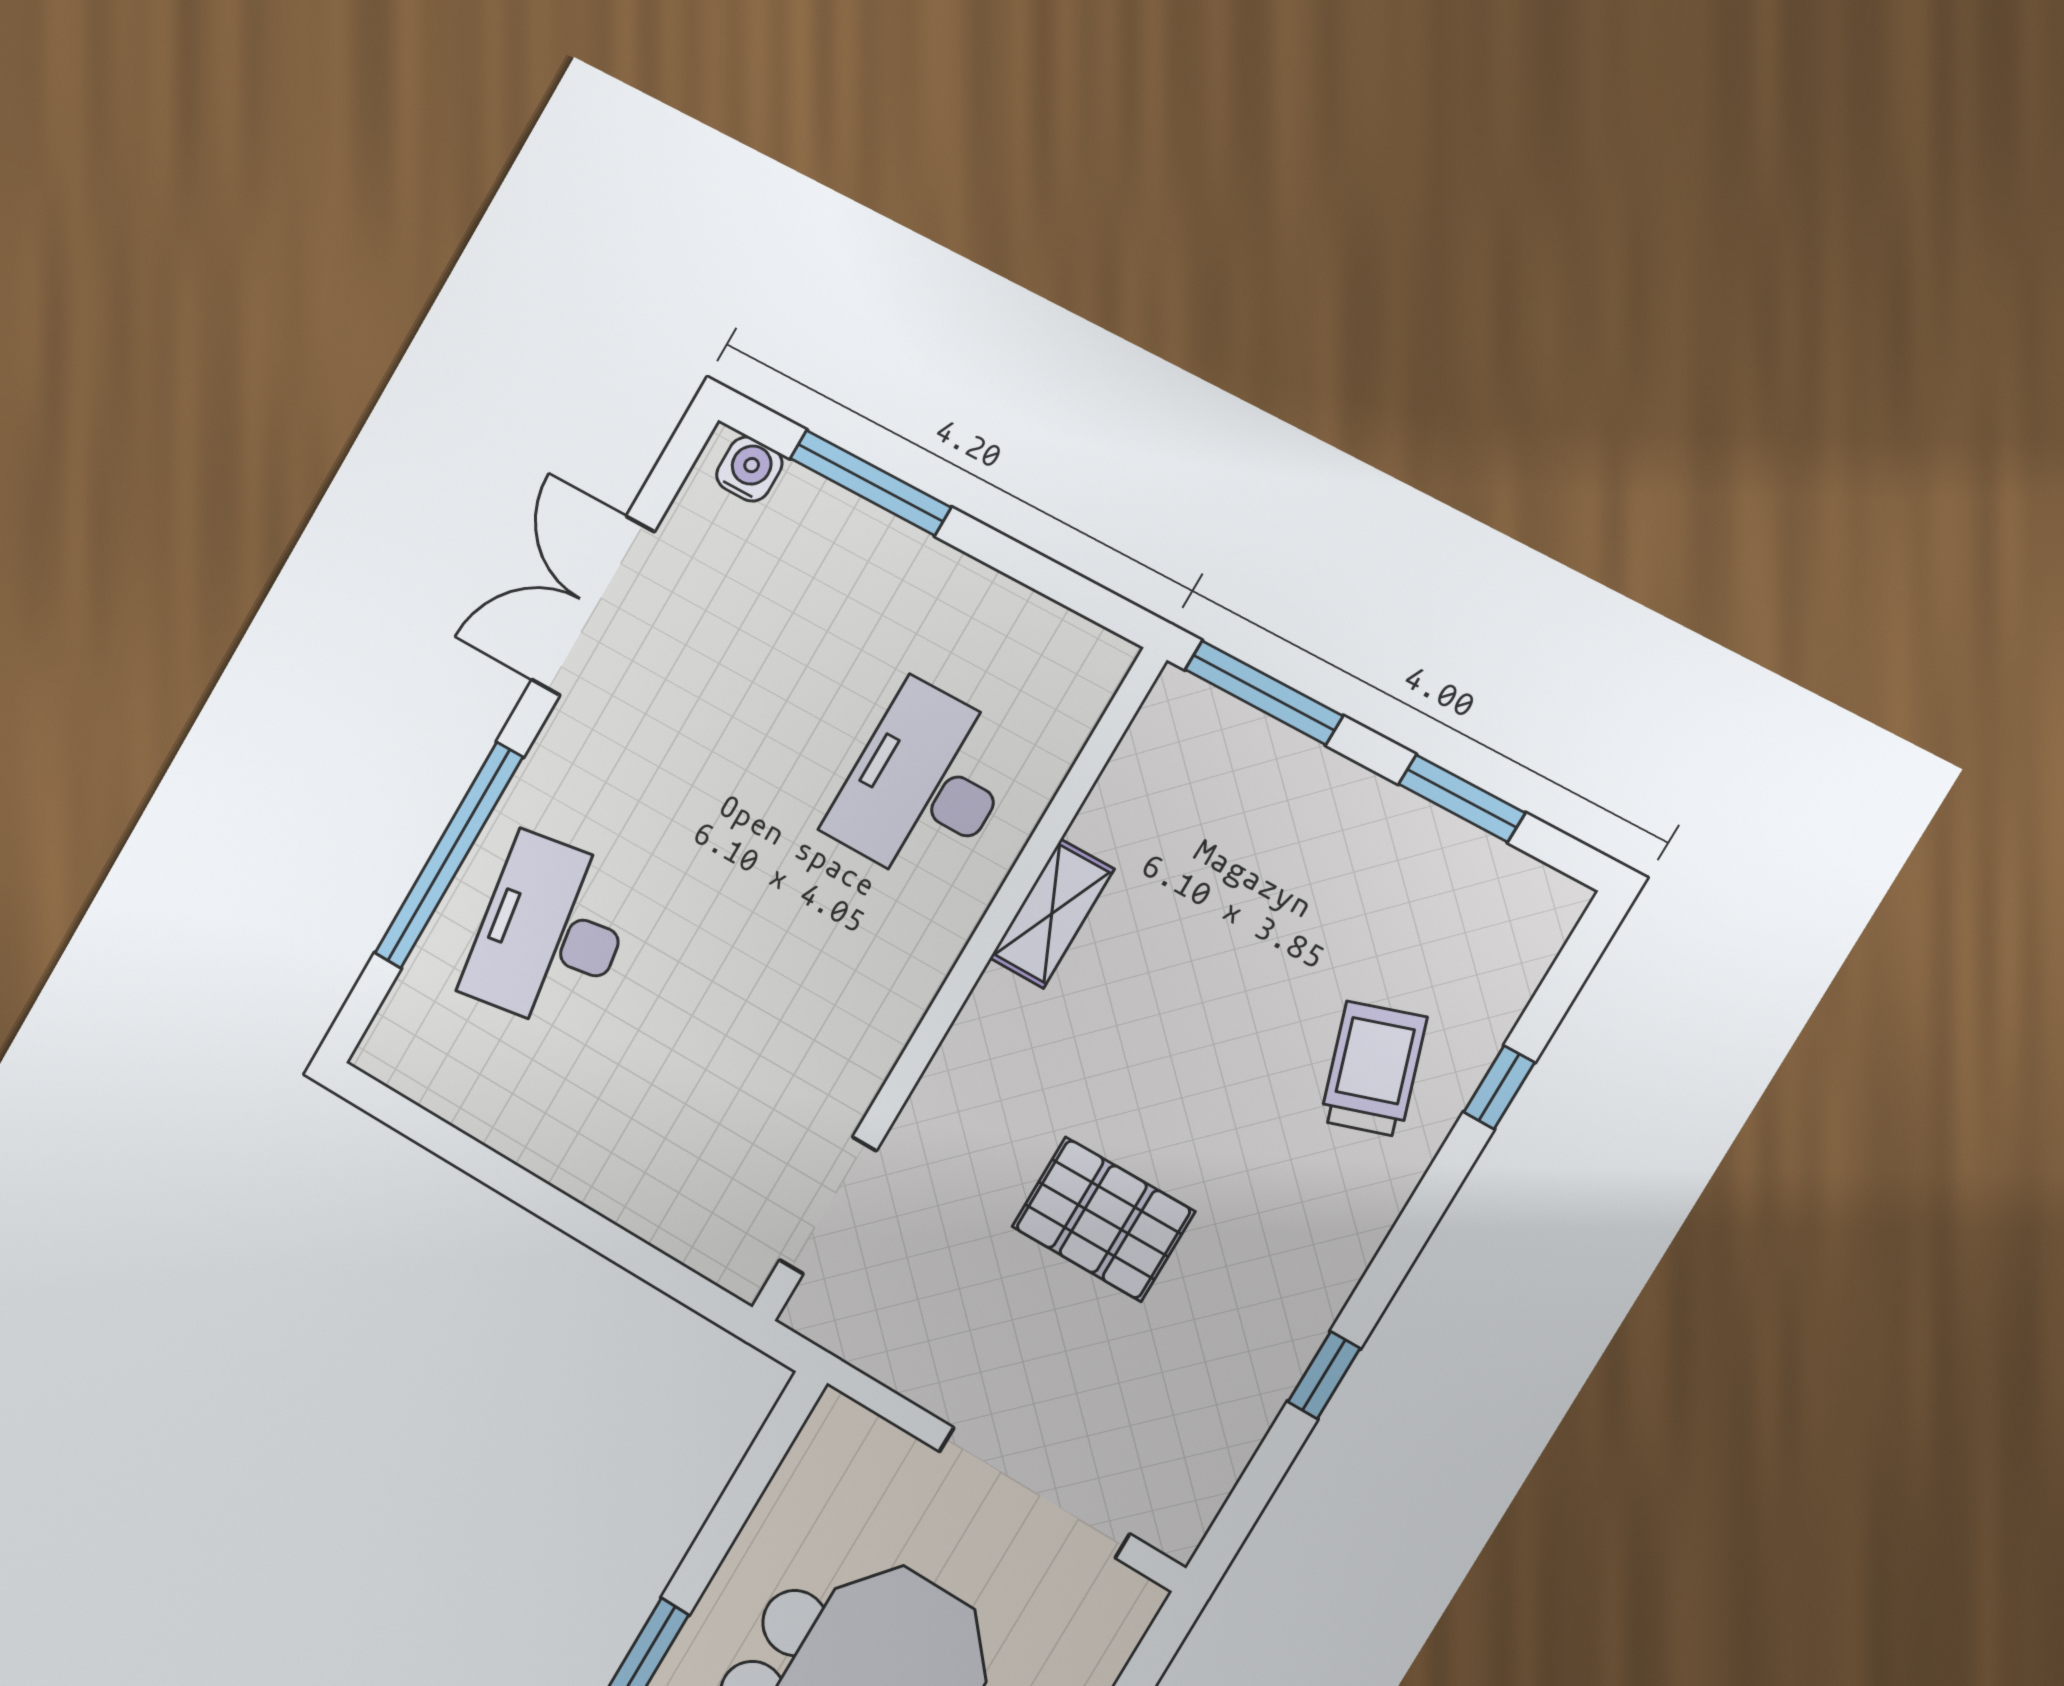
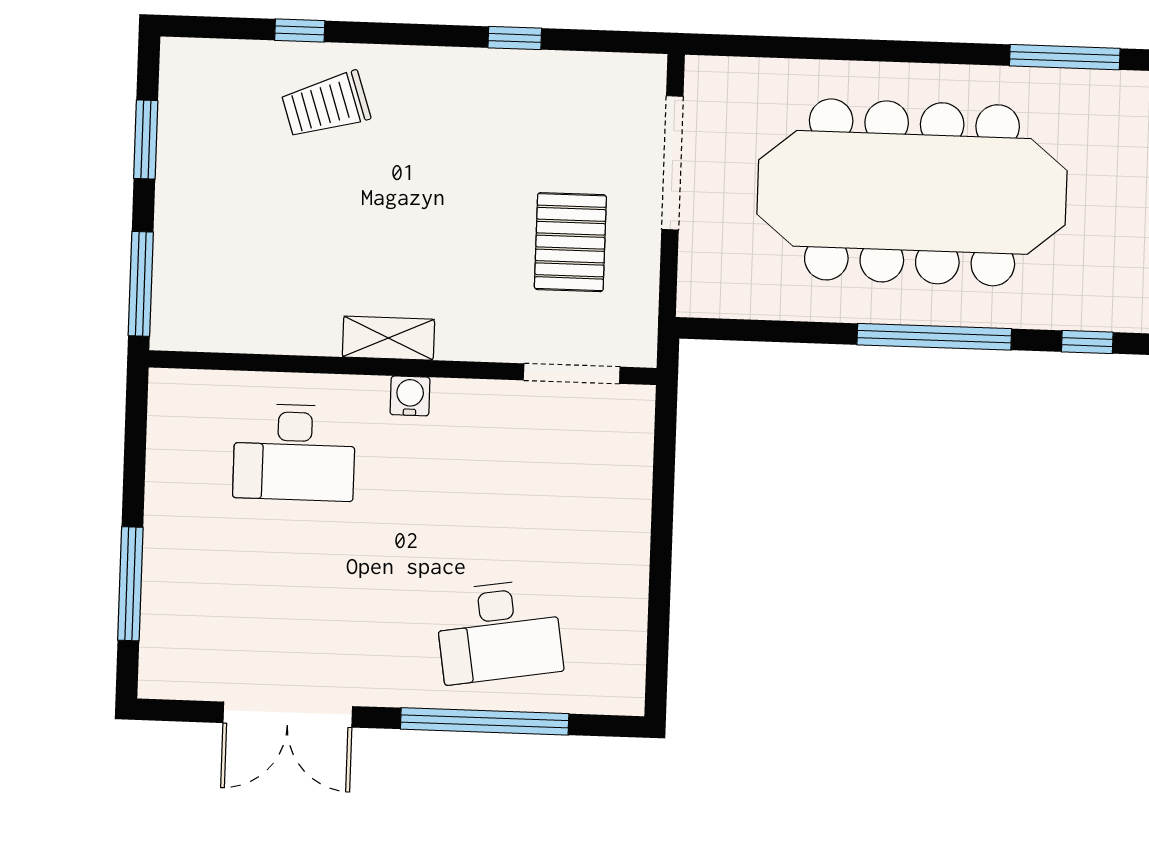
water cooler: (749, 469) -> (410, 396), moved, turned 90
shelving: (1052, 914) -> (388, 338), moved
pallet: (1103, 1219) -> (570, 242), moved

